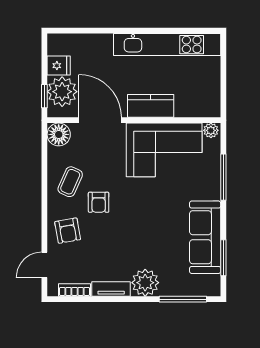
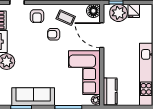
kitchen counter: (151, 106) -> (110, 91), moved
door: (100, 120) -> (102, 35), swing flipped
armchair: (68, 231) -> (37, 16), turned -80

